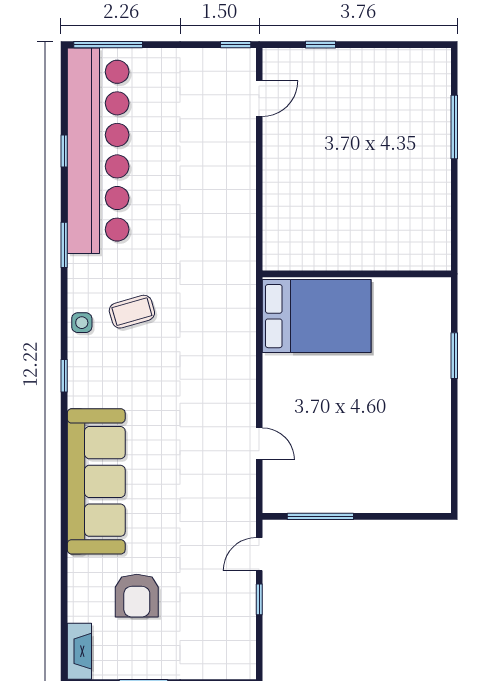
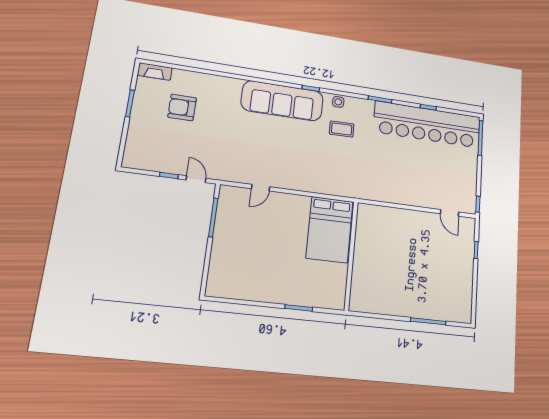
coffee table: (132, 312) -> (342, 129), turned -75
sofa: (96, 481) -> (282, 101), moved

